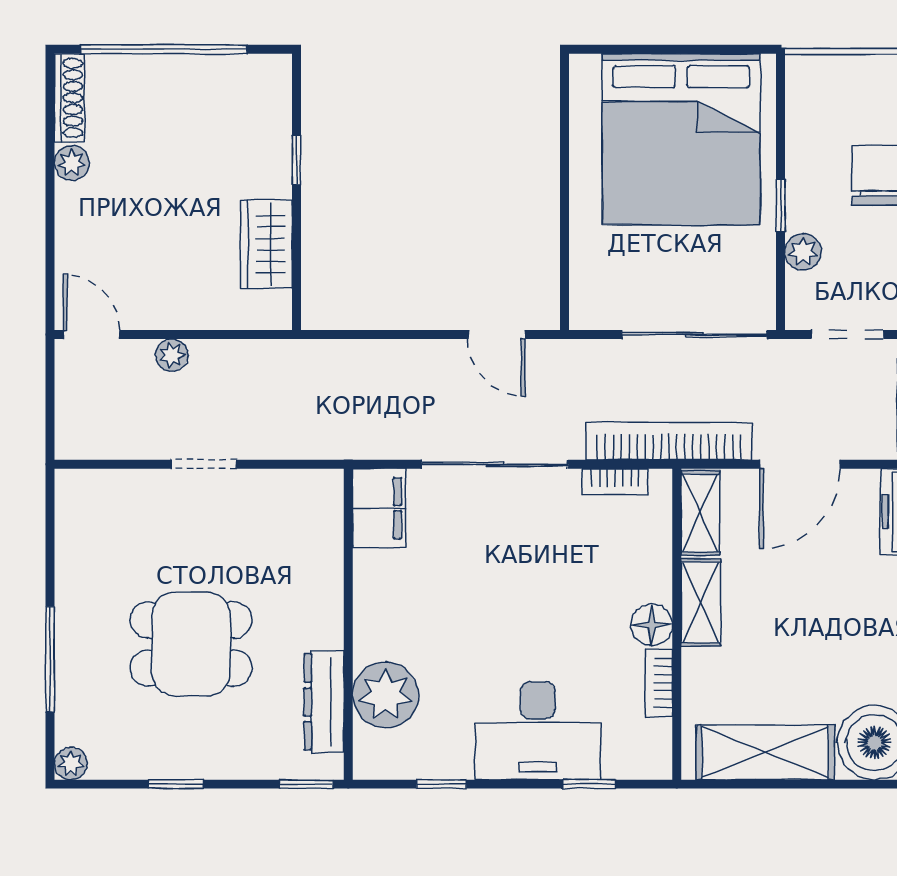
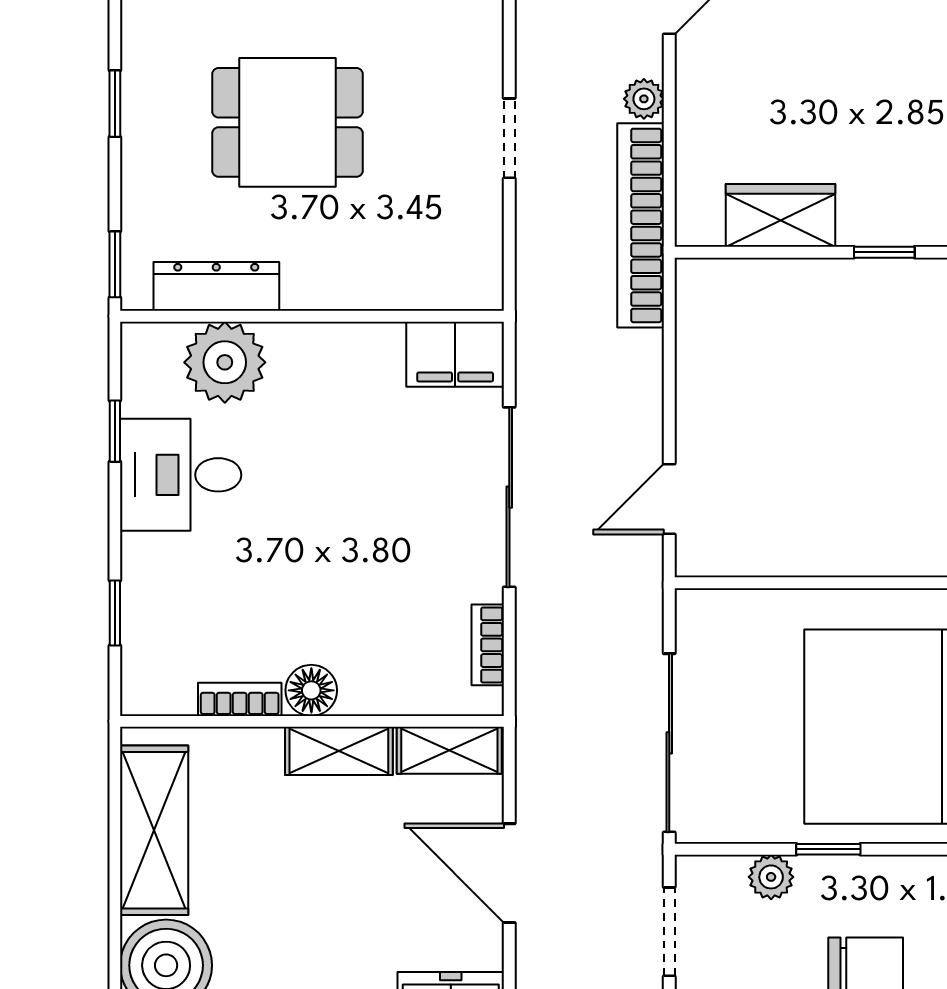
bookcase: (669, 441) -> (641, 225), moved, turned 180
dining table: (191, 644) -> (287, 122), turned 90
desk: (538, 731) -> (181, 475), moved, width x0.73

